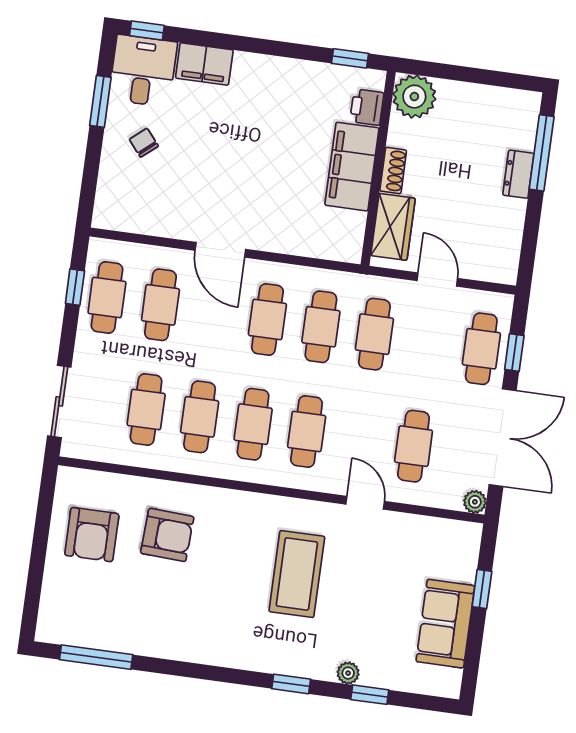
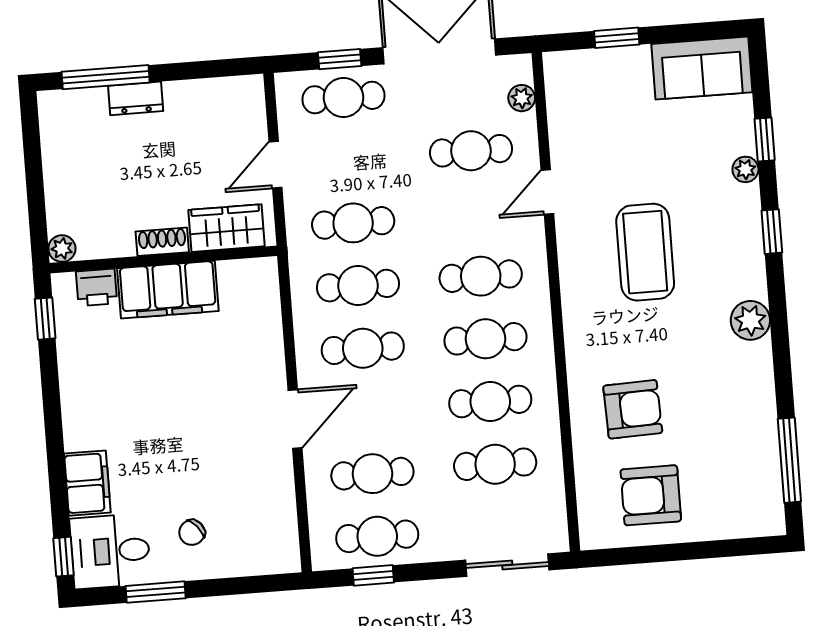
plant: (414, 97) -> (62, 249), width x0.53, depth x0.53
plant: (475, 502) -> (522, 98), moved
armchair: (92, 535) -> (651, 495), turned 180
armchair: (167, 535) -> (633, 409), turned 85
coffee table: (297, 574) -> (645, 252), turned 90
sofa: (445, 624) -> (702, 68), moved
plant: (221, 650) -> (750, 320), added

